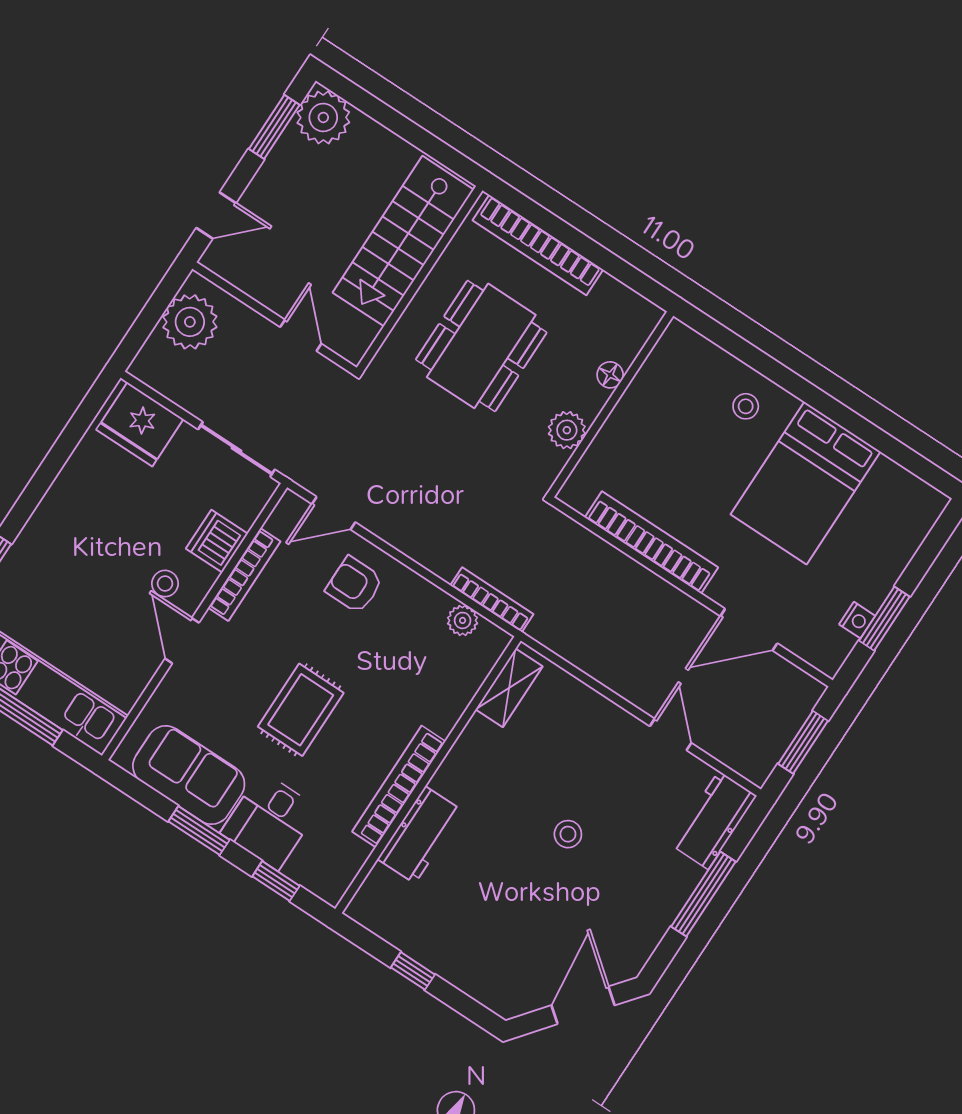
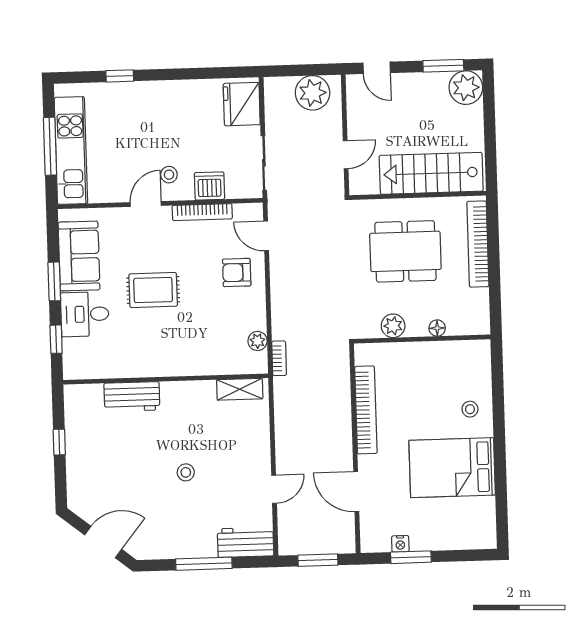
armchair: (354, 585) -> (237, 273), turned -90
bookcase: (492, 600) -> (279, 358), width x0.64
bookcase: (399, 786) -> (149, 368), removed

